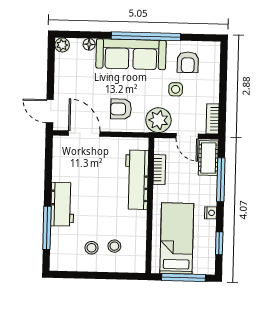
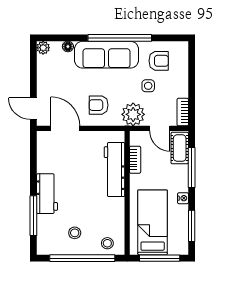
armchair: (188, 62) -> (159, 61), turned -90
window: (219, 243) -> (192, 226), width x1.50
stool: (114, 246) -> (107, 243), moved
window: (99, 275) -> (82, 258), added

